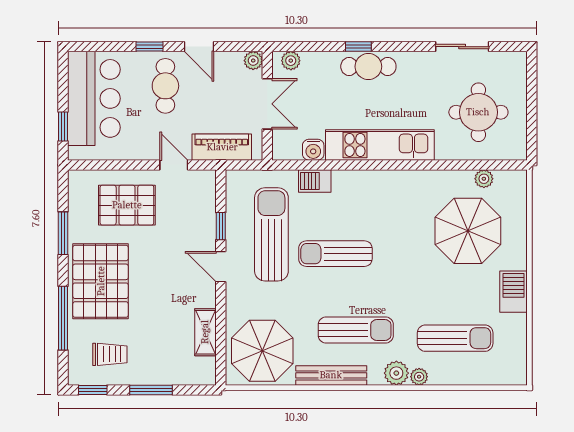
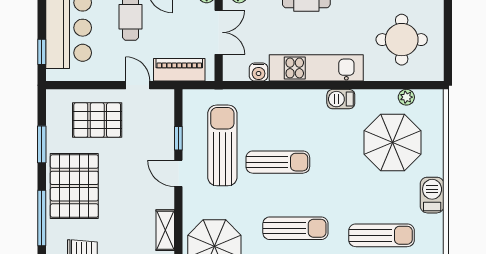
barbecue: (315, 181) -> (341, 99), moved
sun lounger: (335, 254) -> (278, 162), turned 180

